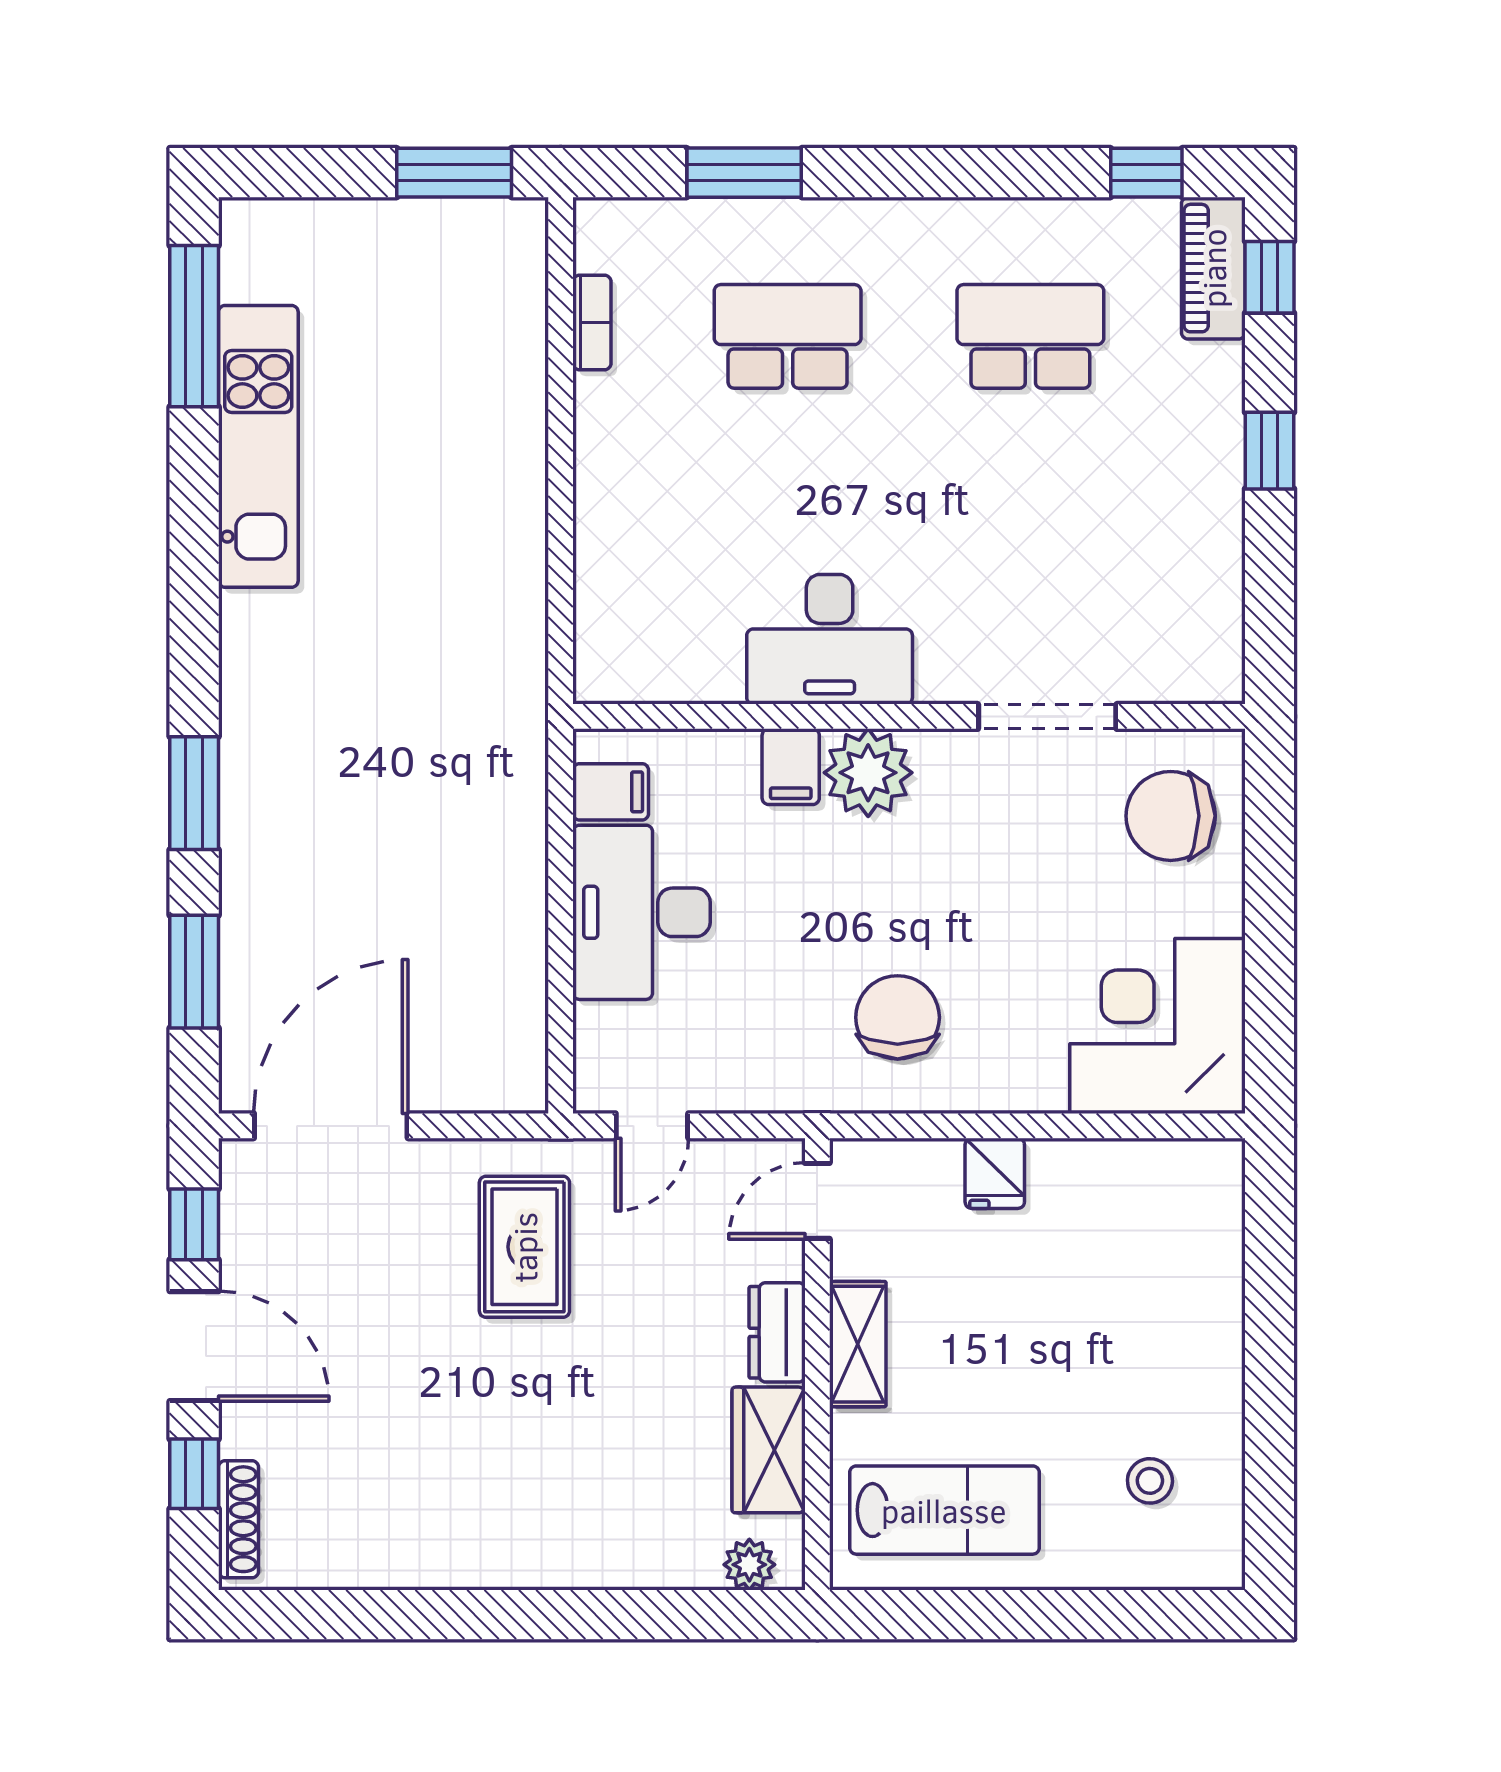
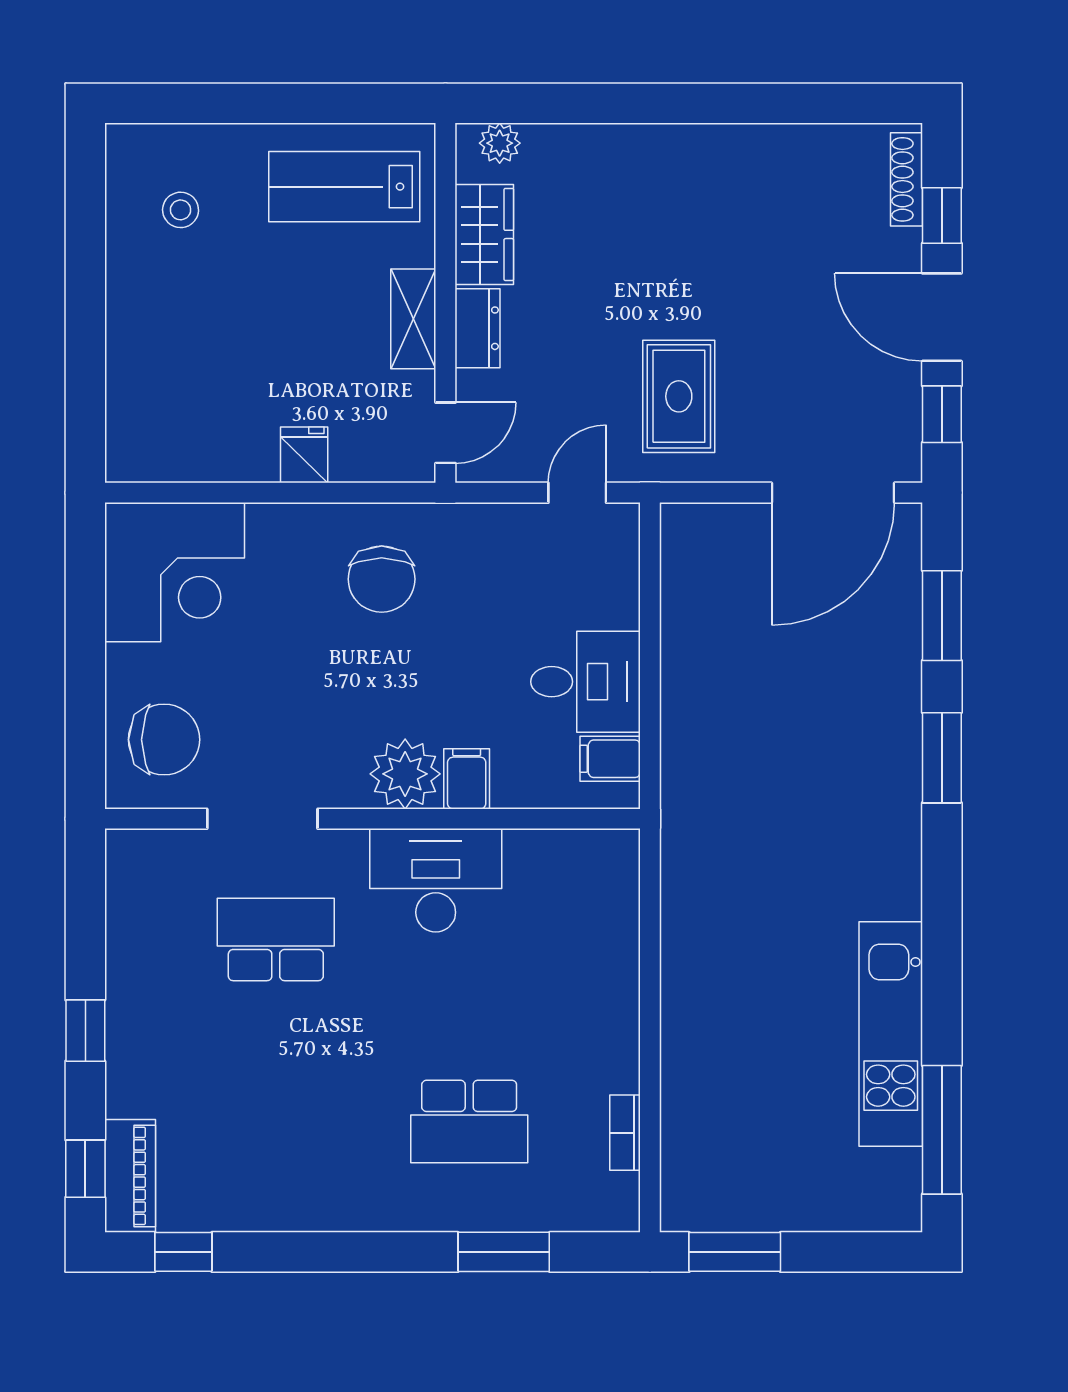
school desk: (1030, 336) -> (276, 939), moved, turned 180
desk: (641, 912) -> (586, 682), width x0.73

